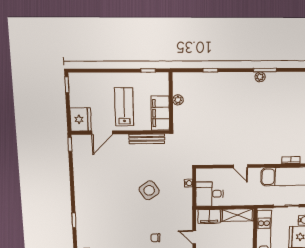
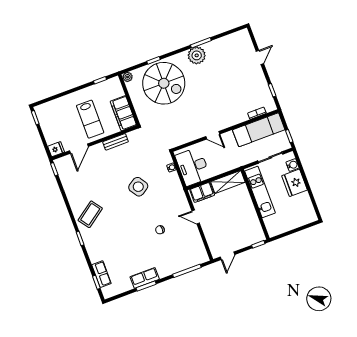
plant: (260, 77) -> (197, 55), width x1.88, depth x1.88
spiral stairs: (212, 98) -> (164, 83), added
plant: (178, 100) -> (128, 77), moved
lab bench: (124, 107) -> (90, 119), turned 180
fridge: (81, 119) -> (56, 149), width x0.53, depth x0.75
bench: (147, 139) -> (116, 142), width x0.73
desk: (210, 194) -> (193, 167), width x1.37
coffee table: (92, 201) -> (90, 214), added

